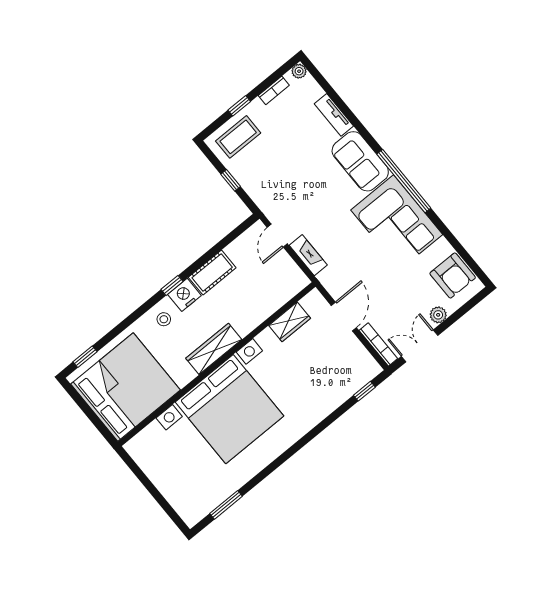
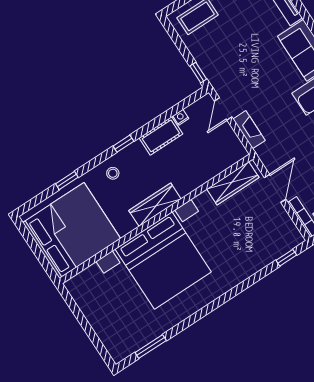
window: (231, 180) -> (198, 73), moved
nightstand: (184, 295) -> (181, 117), moved, width x0.53, depth x0.56
wardrobe: (290, 322) -> (233, 183), width x1.50
window: (85, 357) -> (67, 181), moved

